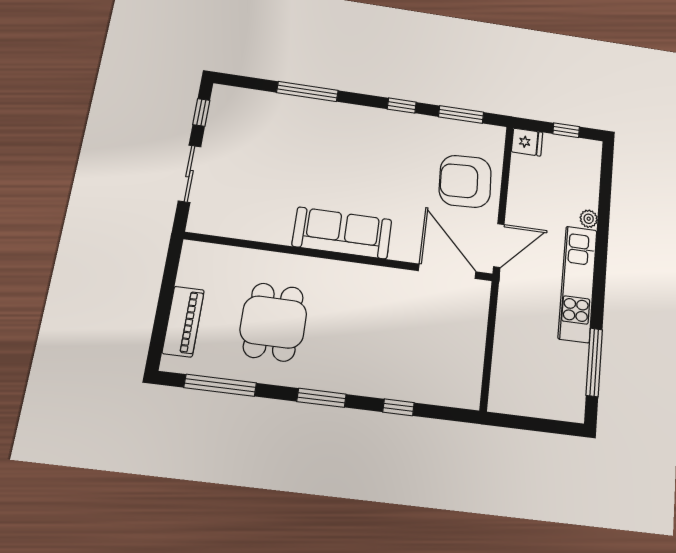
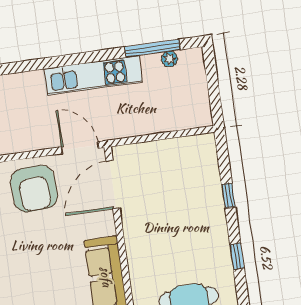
plant: (589, 219) -> (170, 59), moved
window: (321, 398) -> (237, 256), width x0.67

